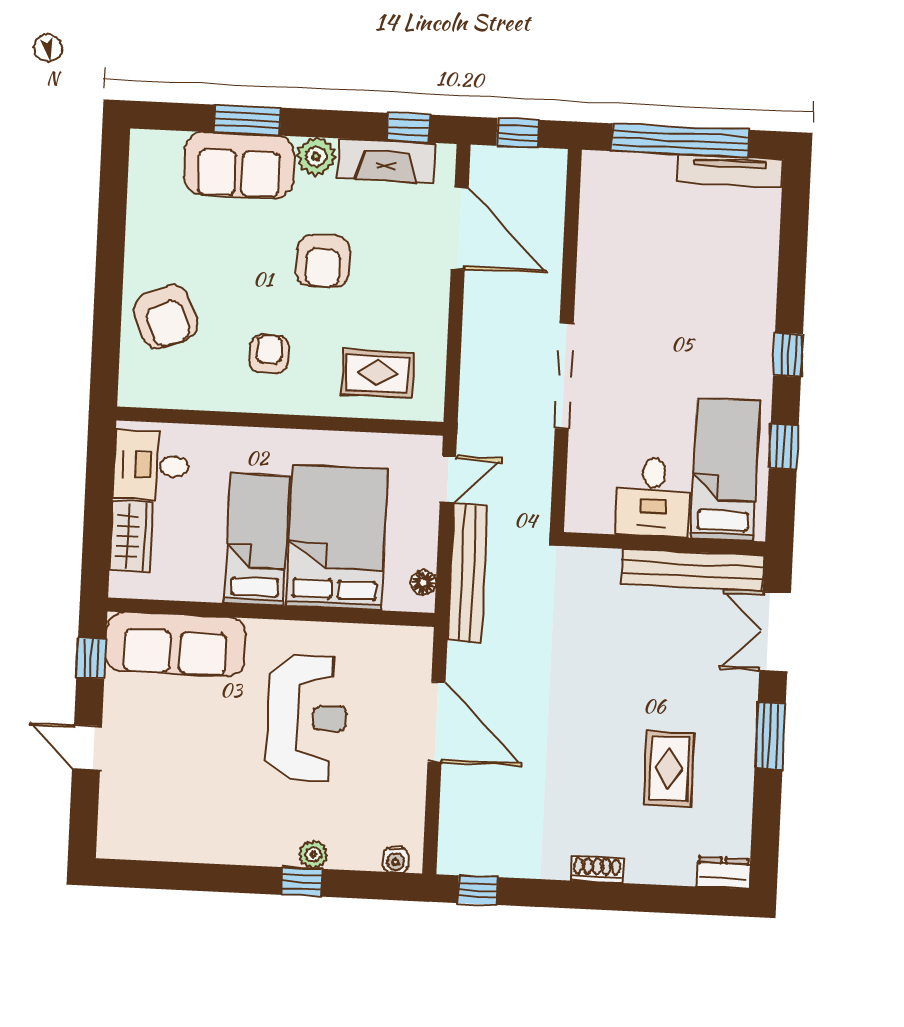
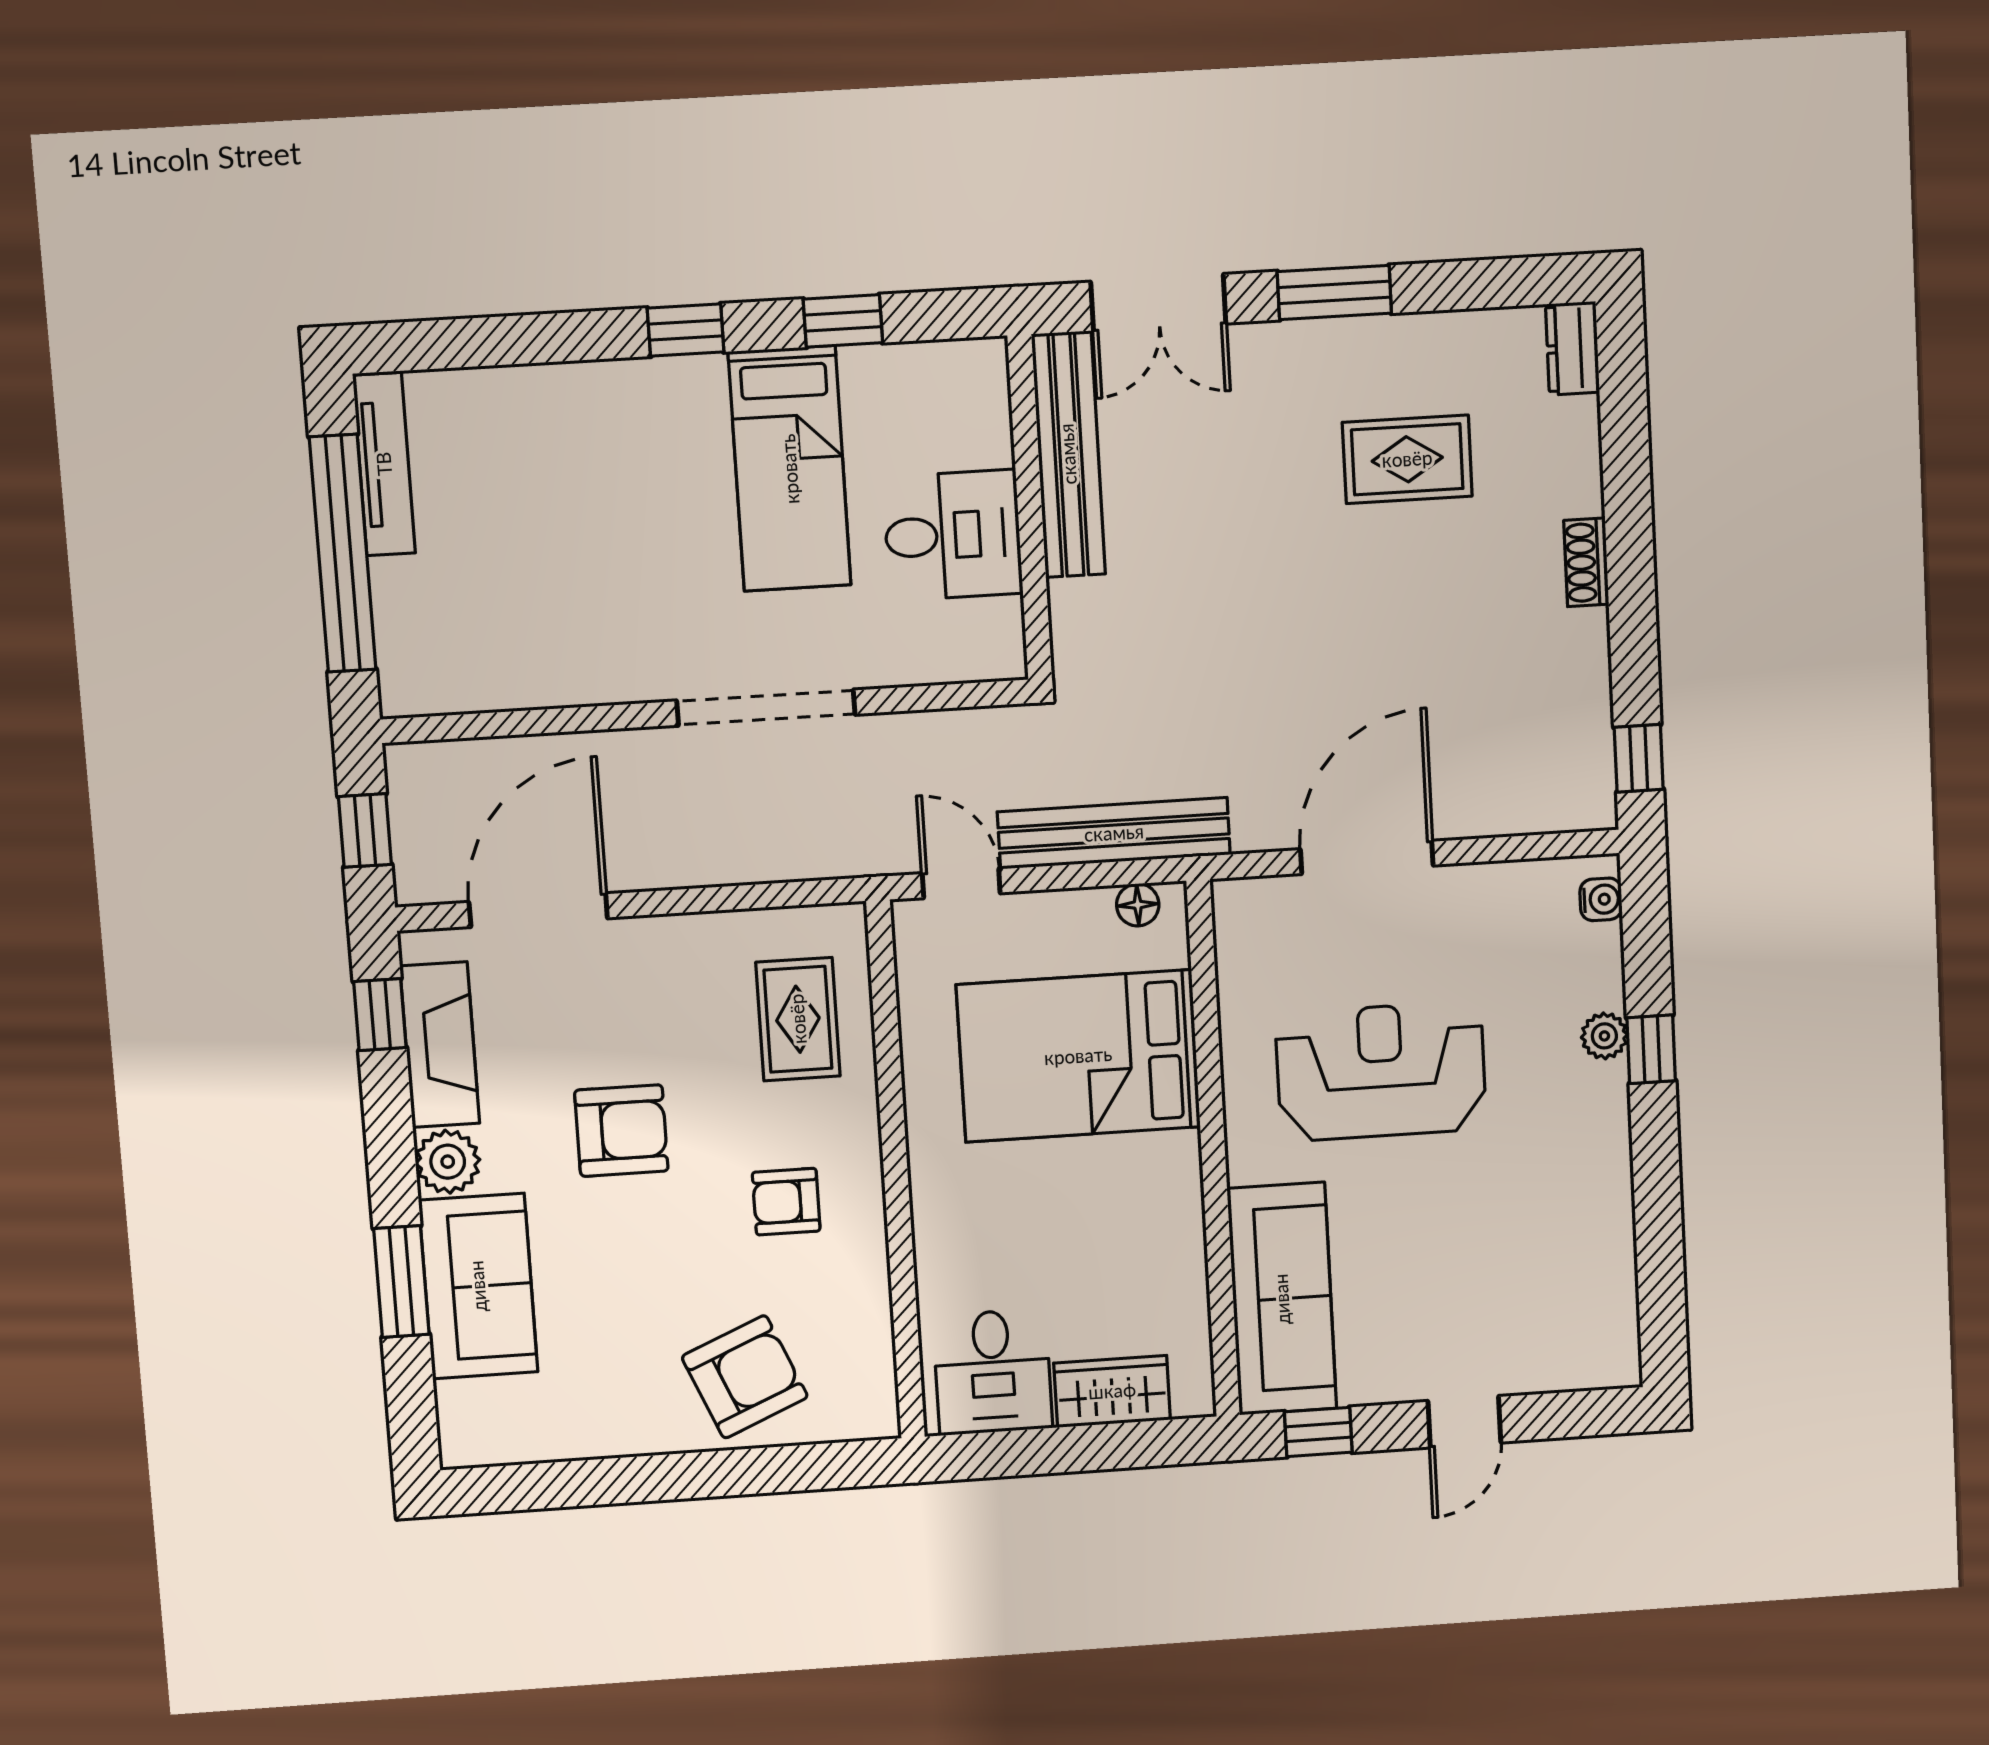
bed: (725, 470) -> (790, 469), moved, turned -90
bed: (257, 540) -> (1096, 1186), removed

